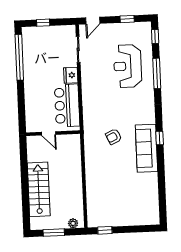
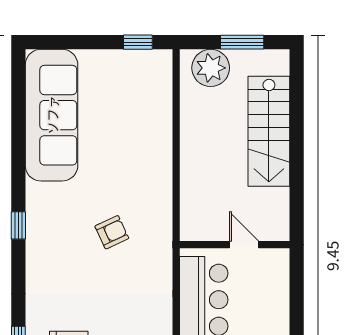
sofa: (146, 148) -> (52, 115), moved, width x1.36, depth x1.27
plant: (73, 223) -> (211, 68), width x1.88, depth x1.88

